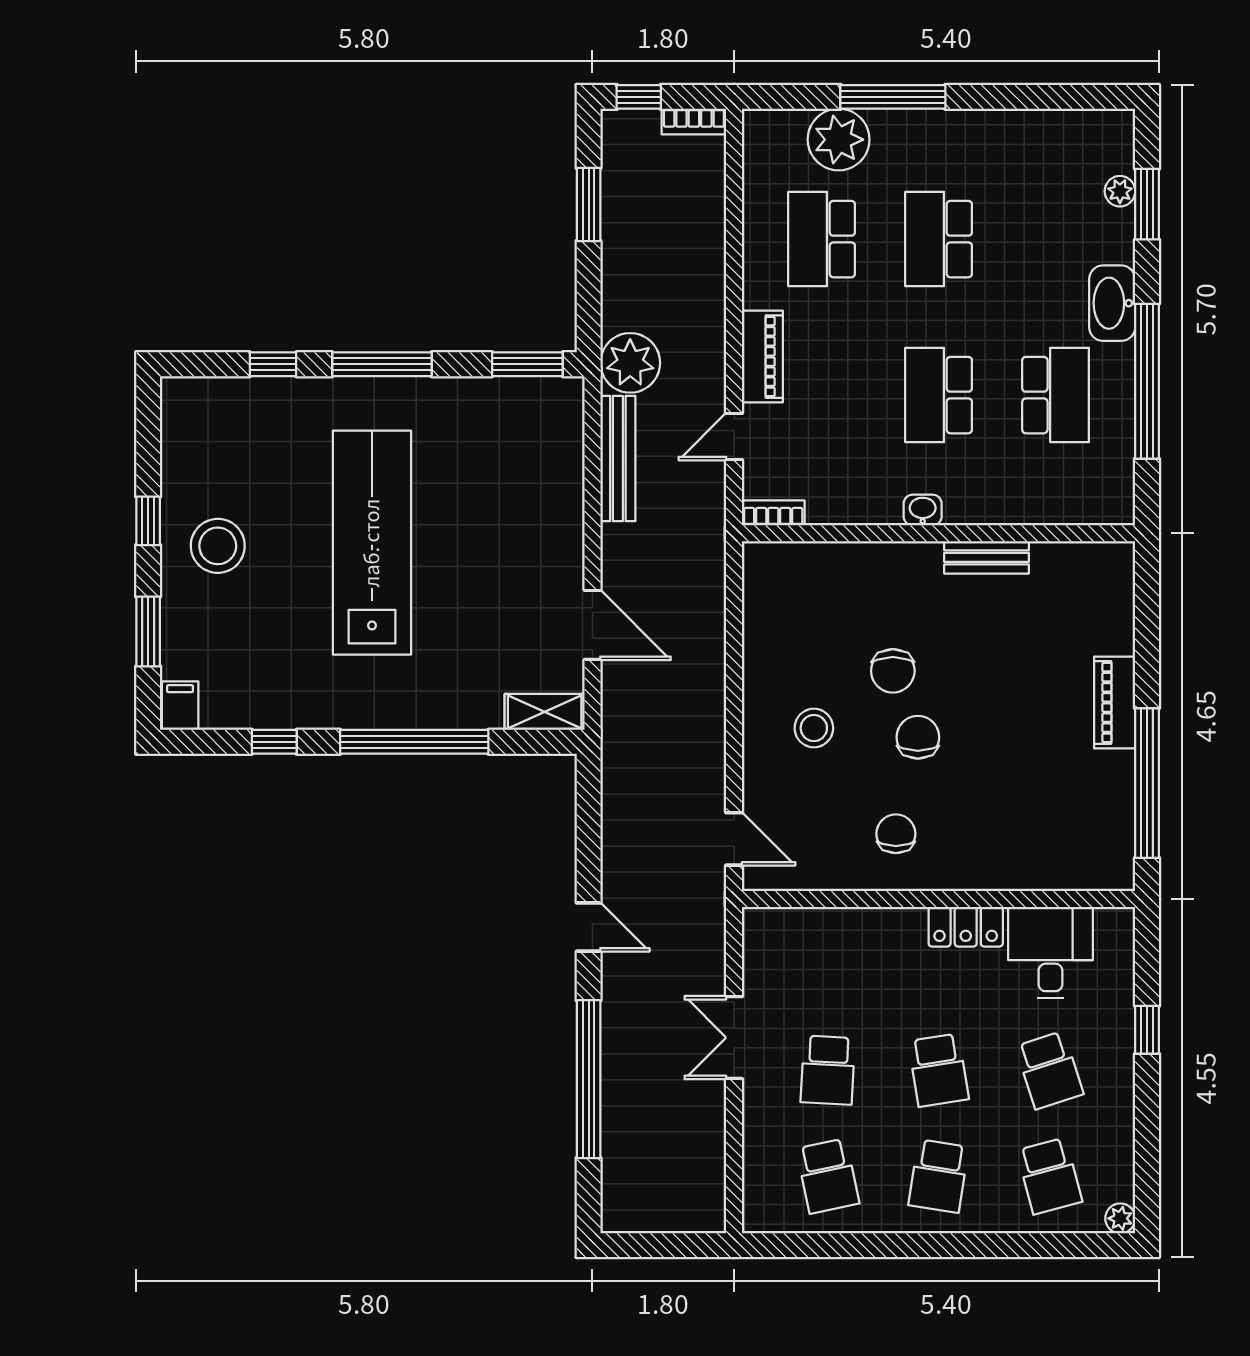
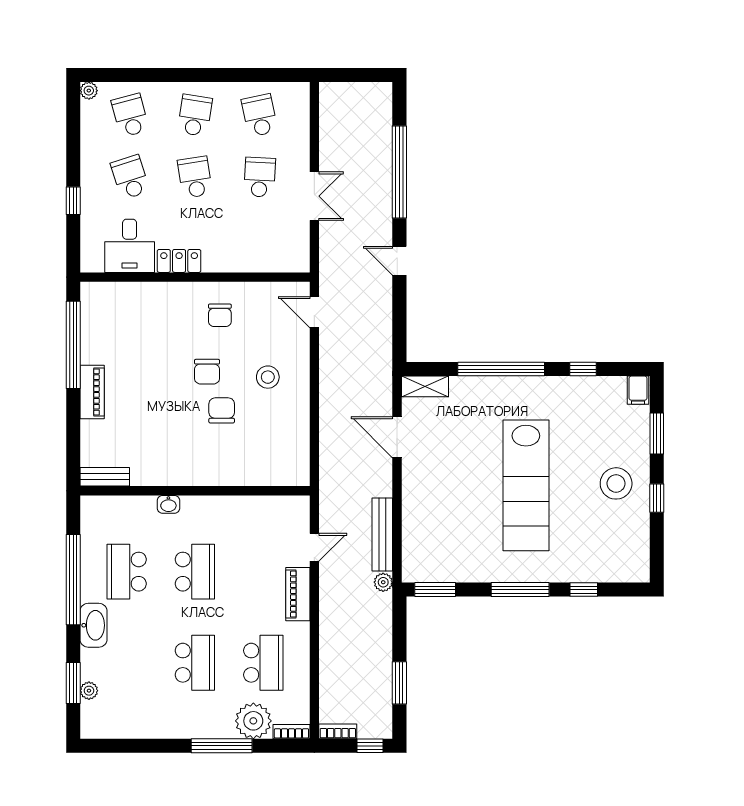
plant: (630, 363) -> (383, 582), width x0.53, depth x0.53
washbasin: (923, 510) -> (168, 504), moved
bookcase: (773, 513) -> (291, 732), moved, turned 180
bench: (987, 557) -> (105, 477), moved

